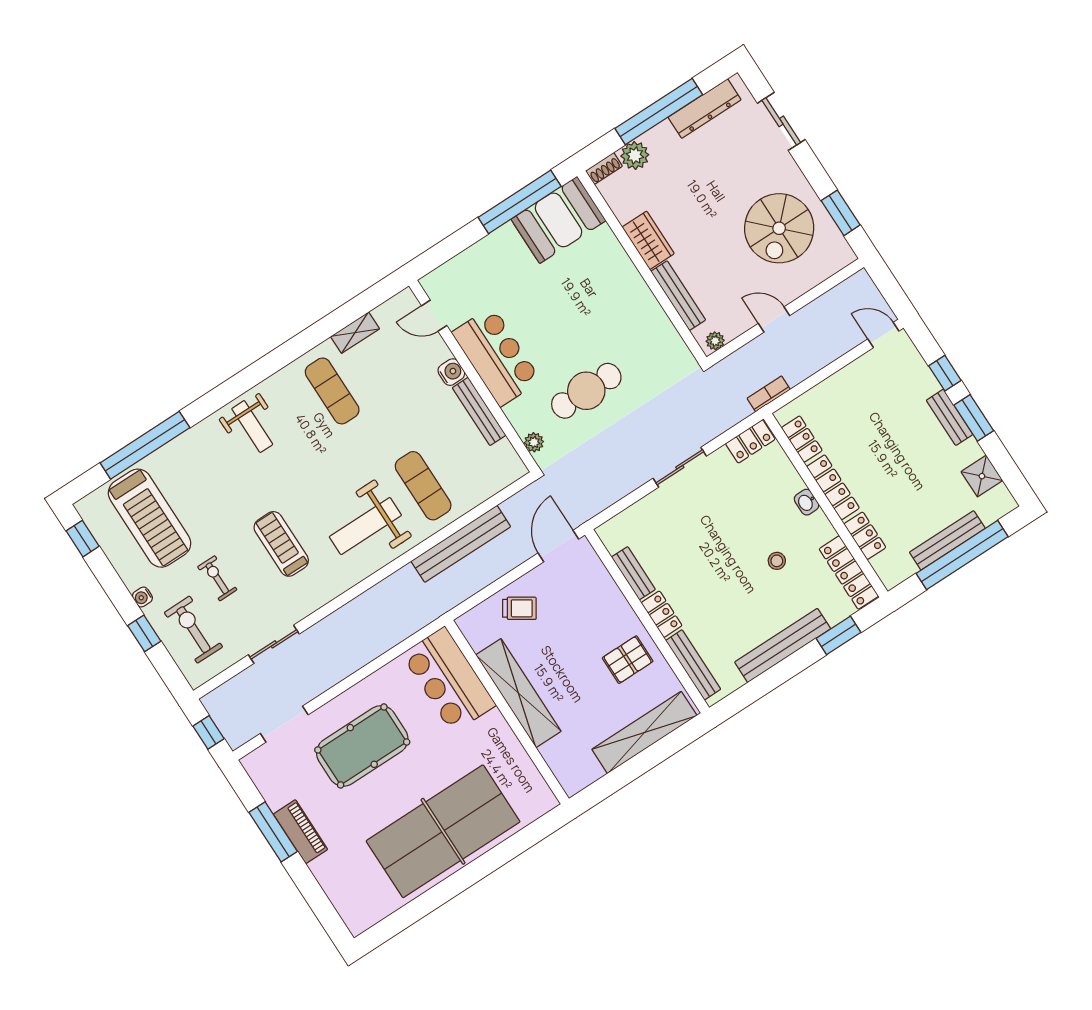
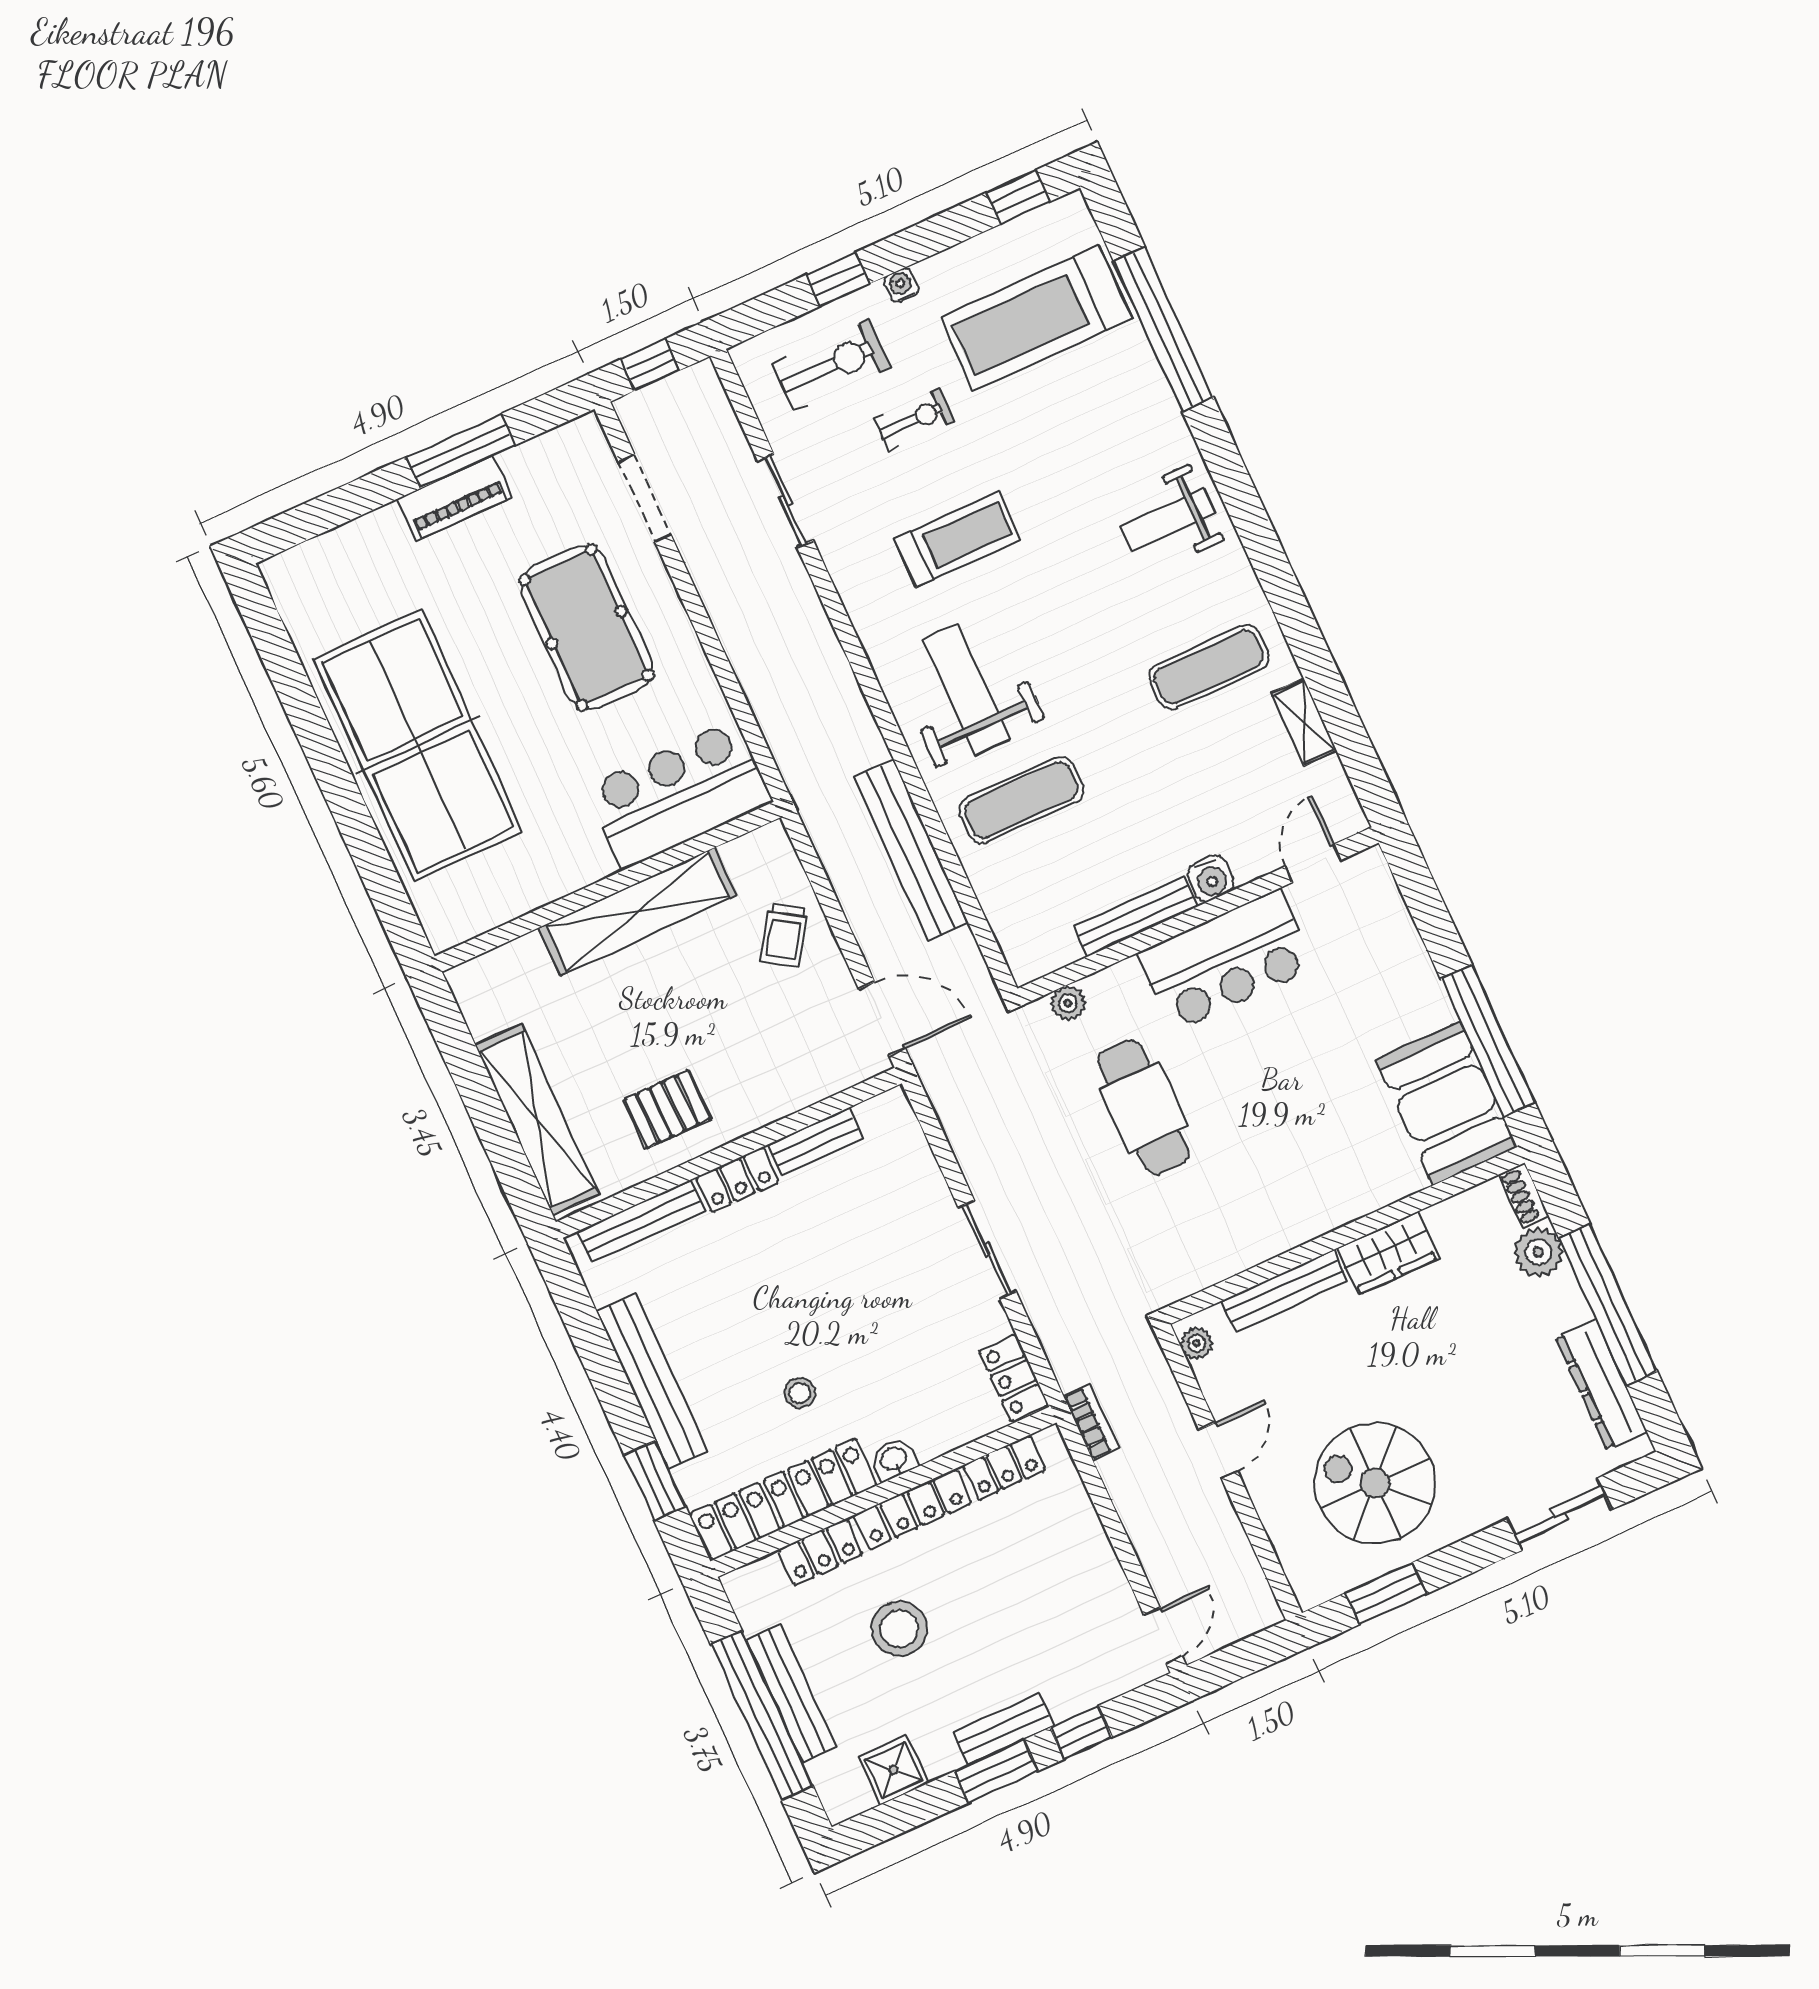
stool: (902, 485) -> (899, 1629), added
locker: (849, 573) -> (784, 1499), width x1.41, depth x1.21
pallet: (628, 660) -> (667, 1109), turned 90

